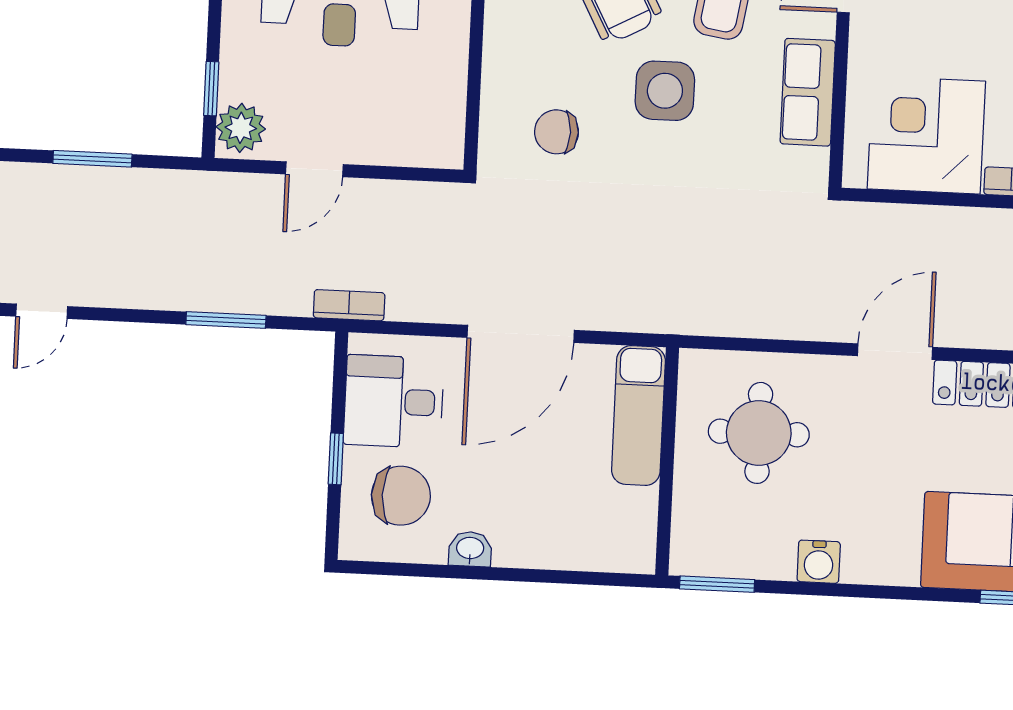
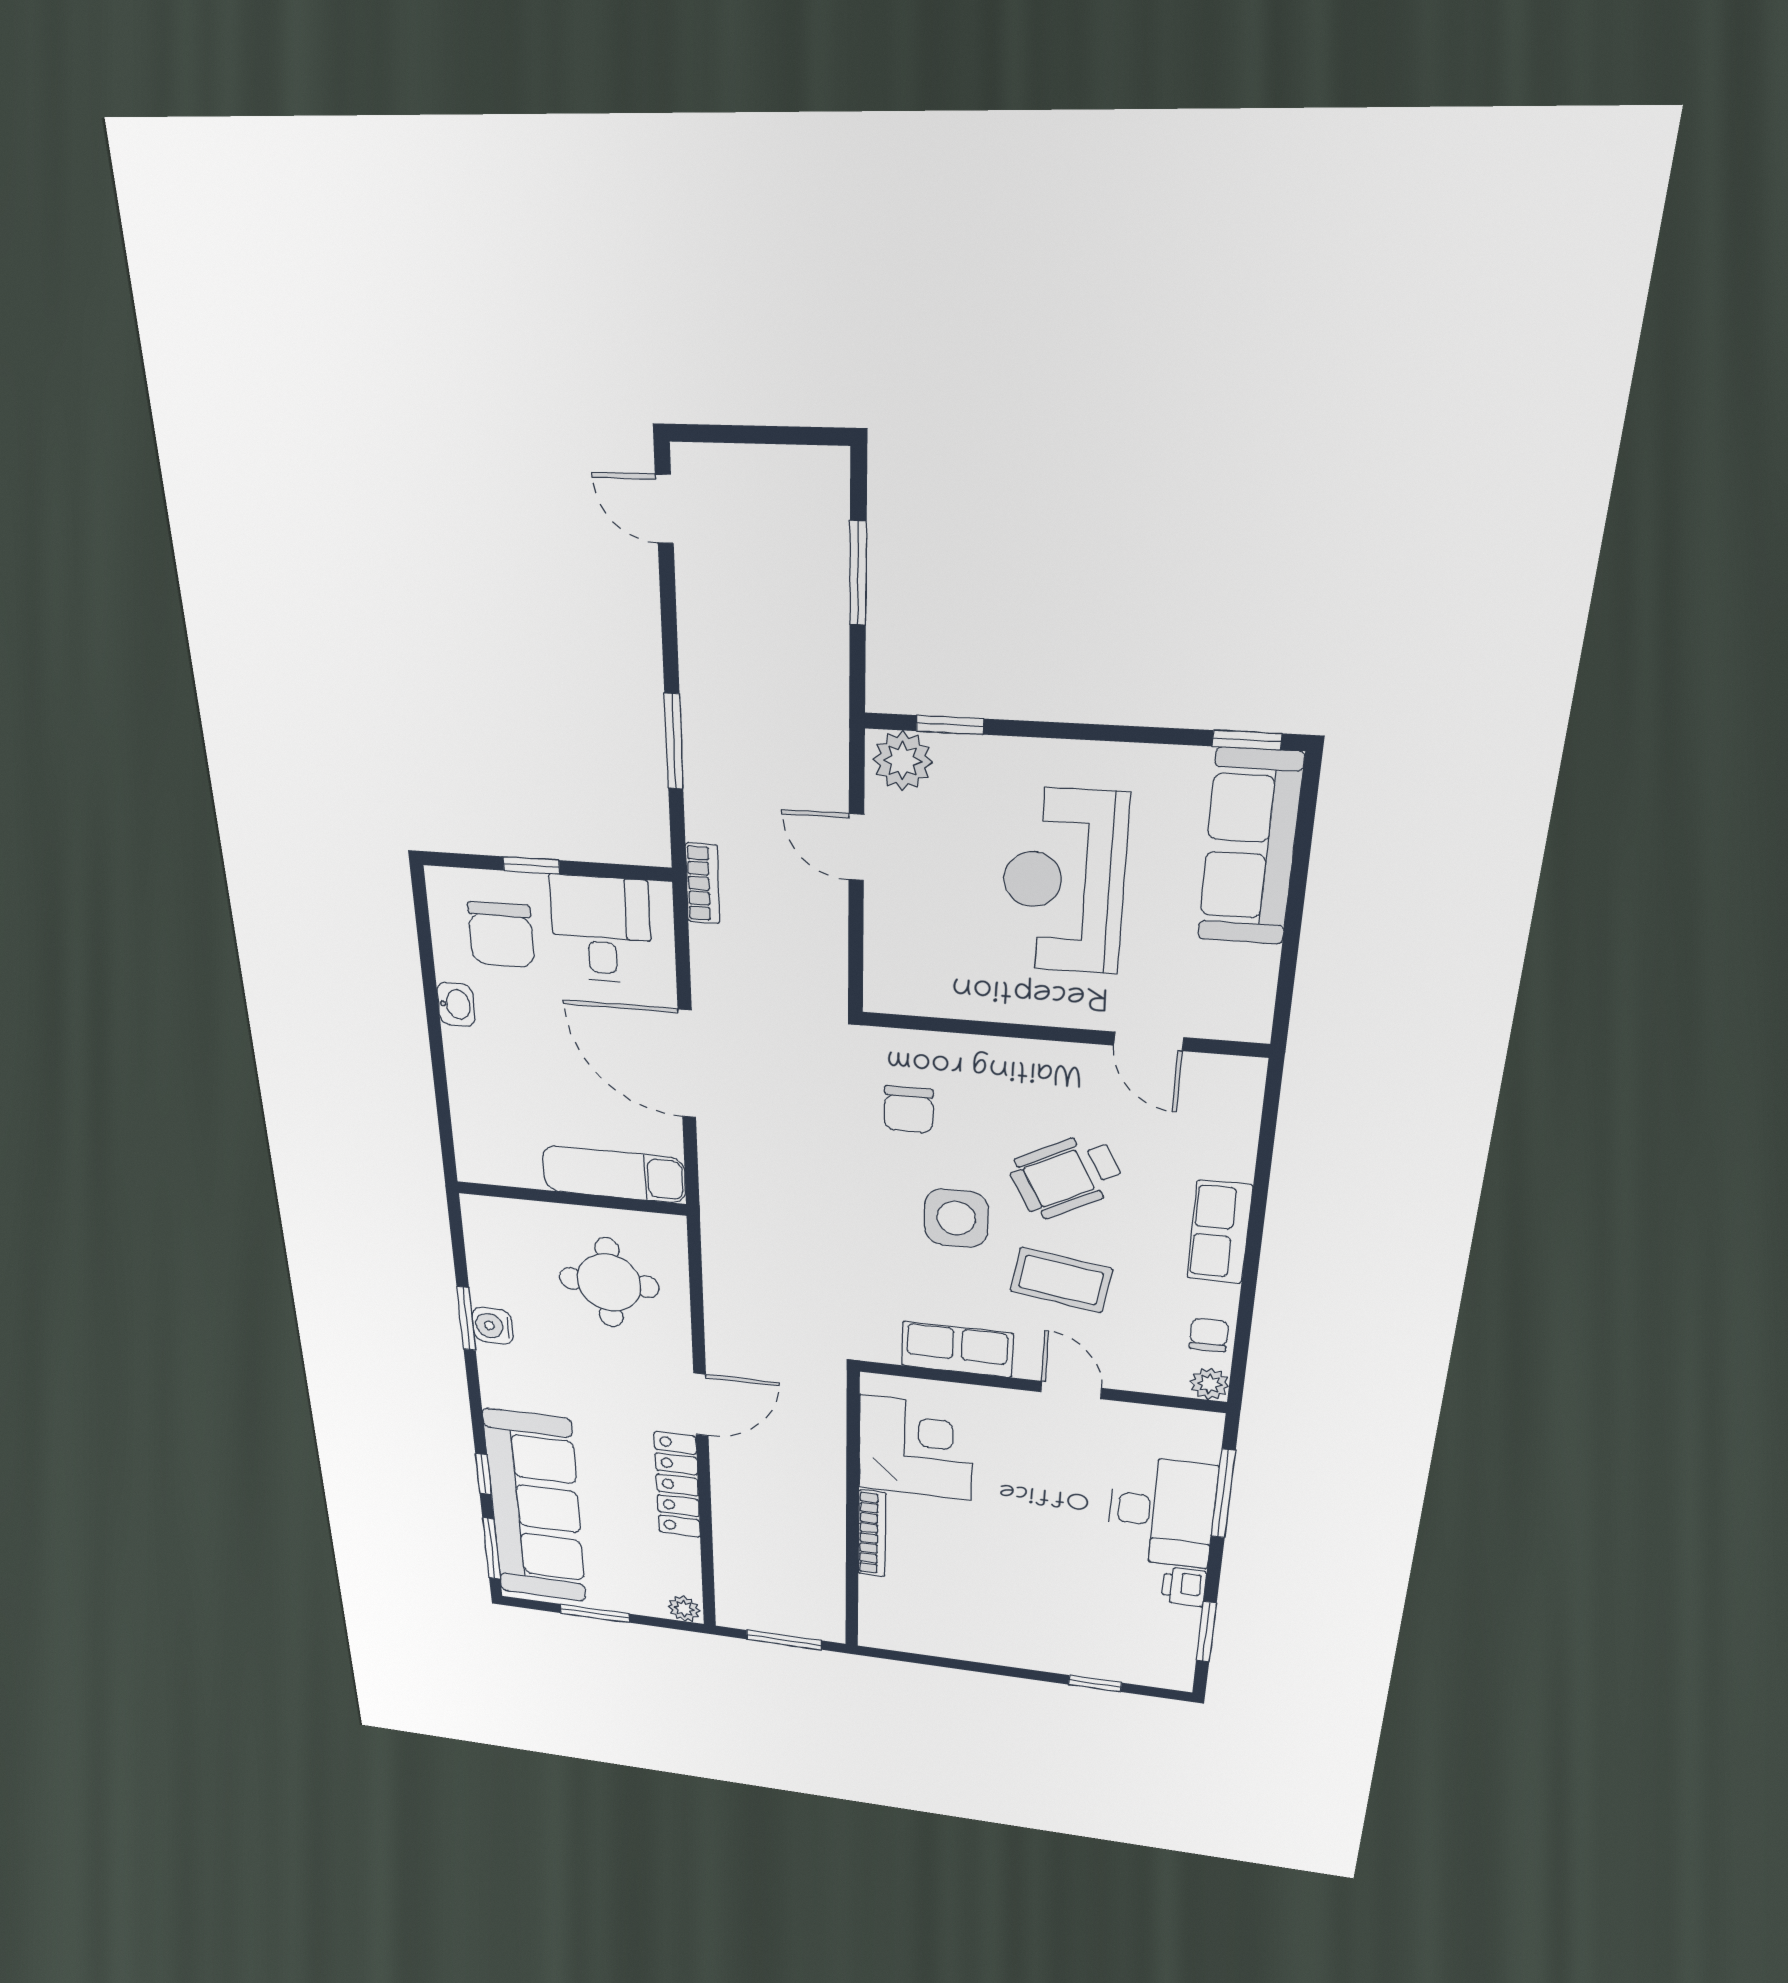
chair: (557, 132) -> (909, 1110), turned 180
door: (895, 352) -> (701, 1405), hinge flipped
window: (717, 584) -> (466, 1319), moved

